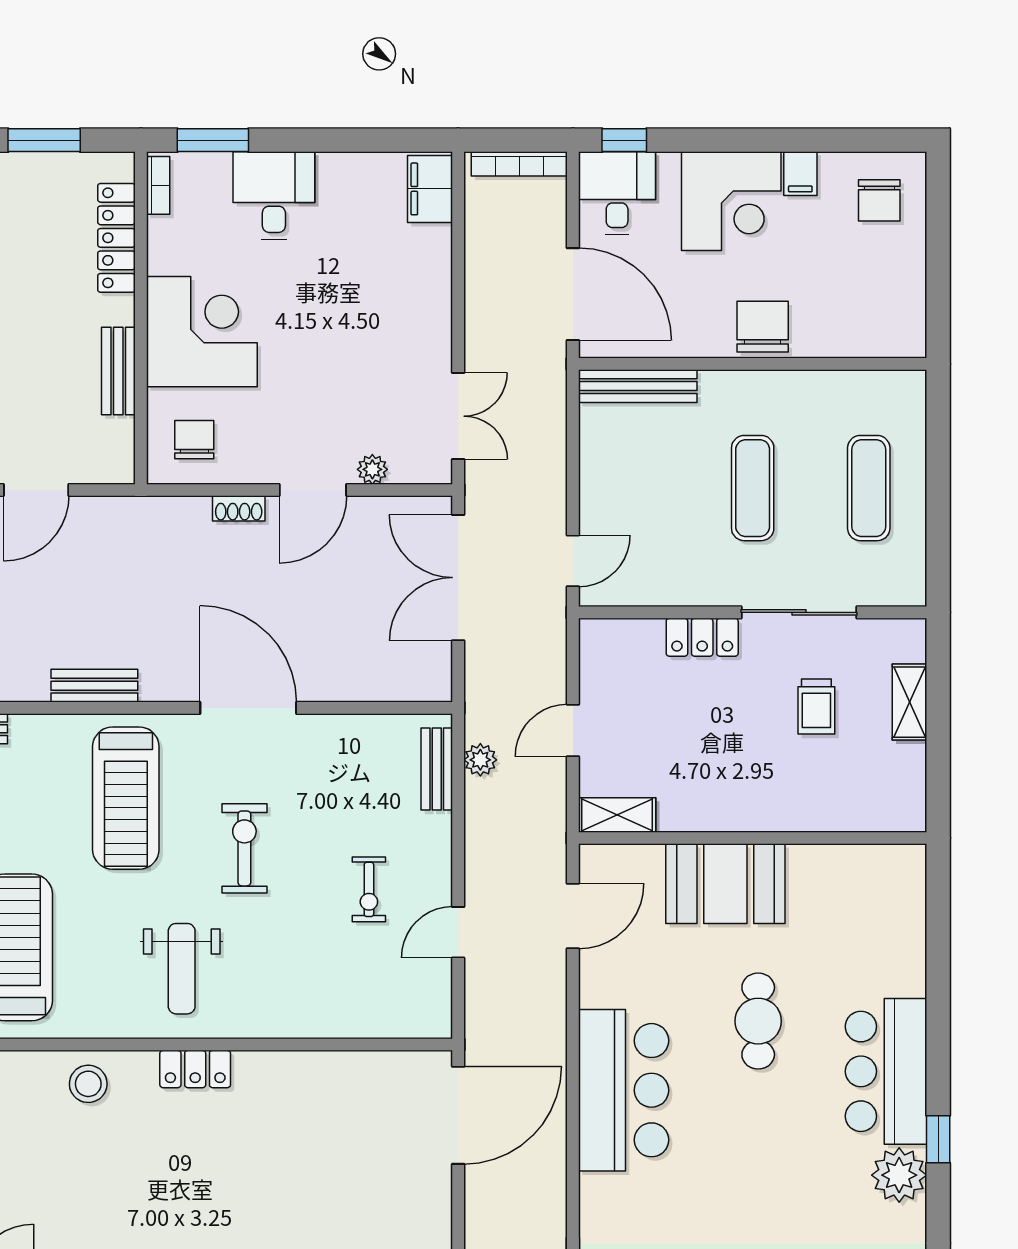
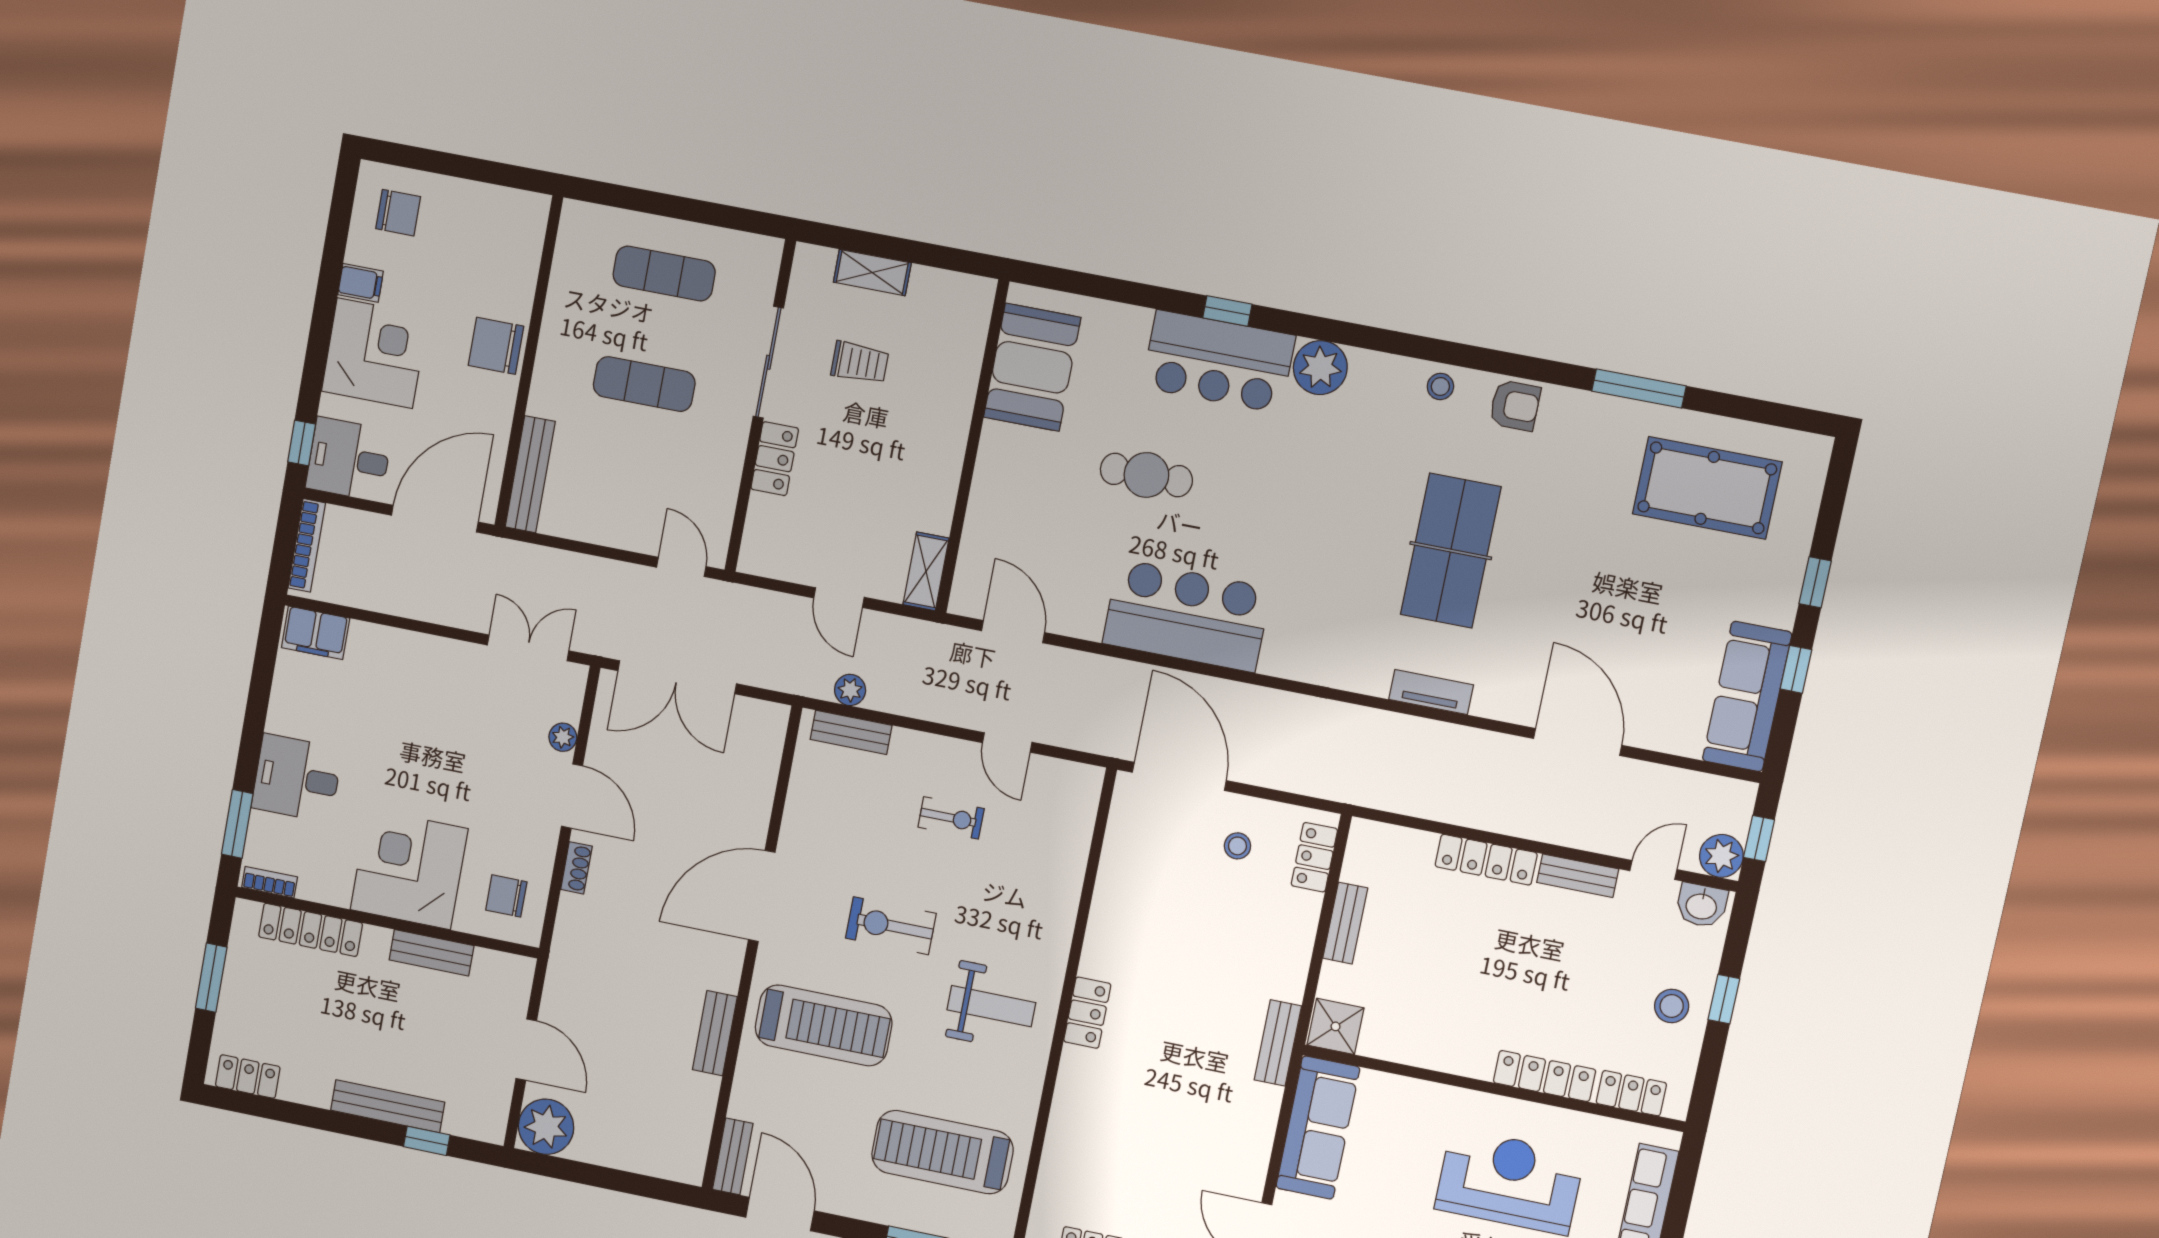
booth: (725, 884) -> (1032, 367), moved
stool: (88, 1084) -> (1237, 846), moved, width x0.73, depth x0.73
window: (938, 1139) -> (1227, 311), moved

